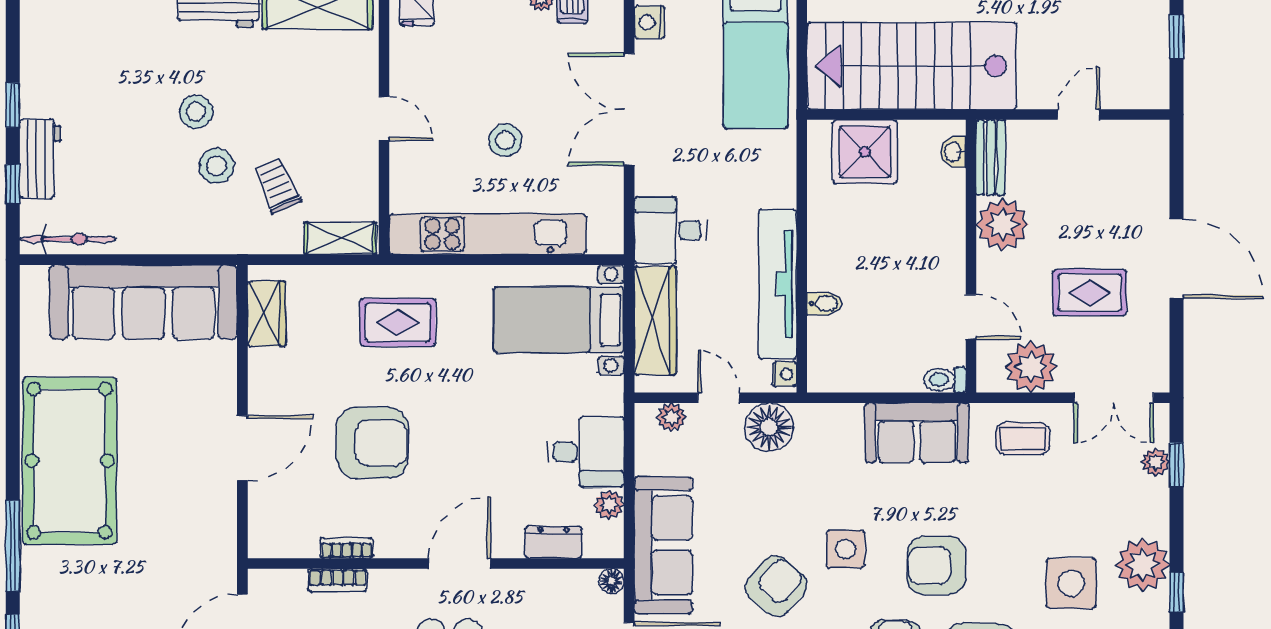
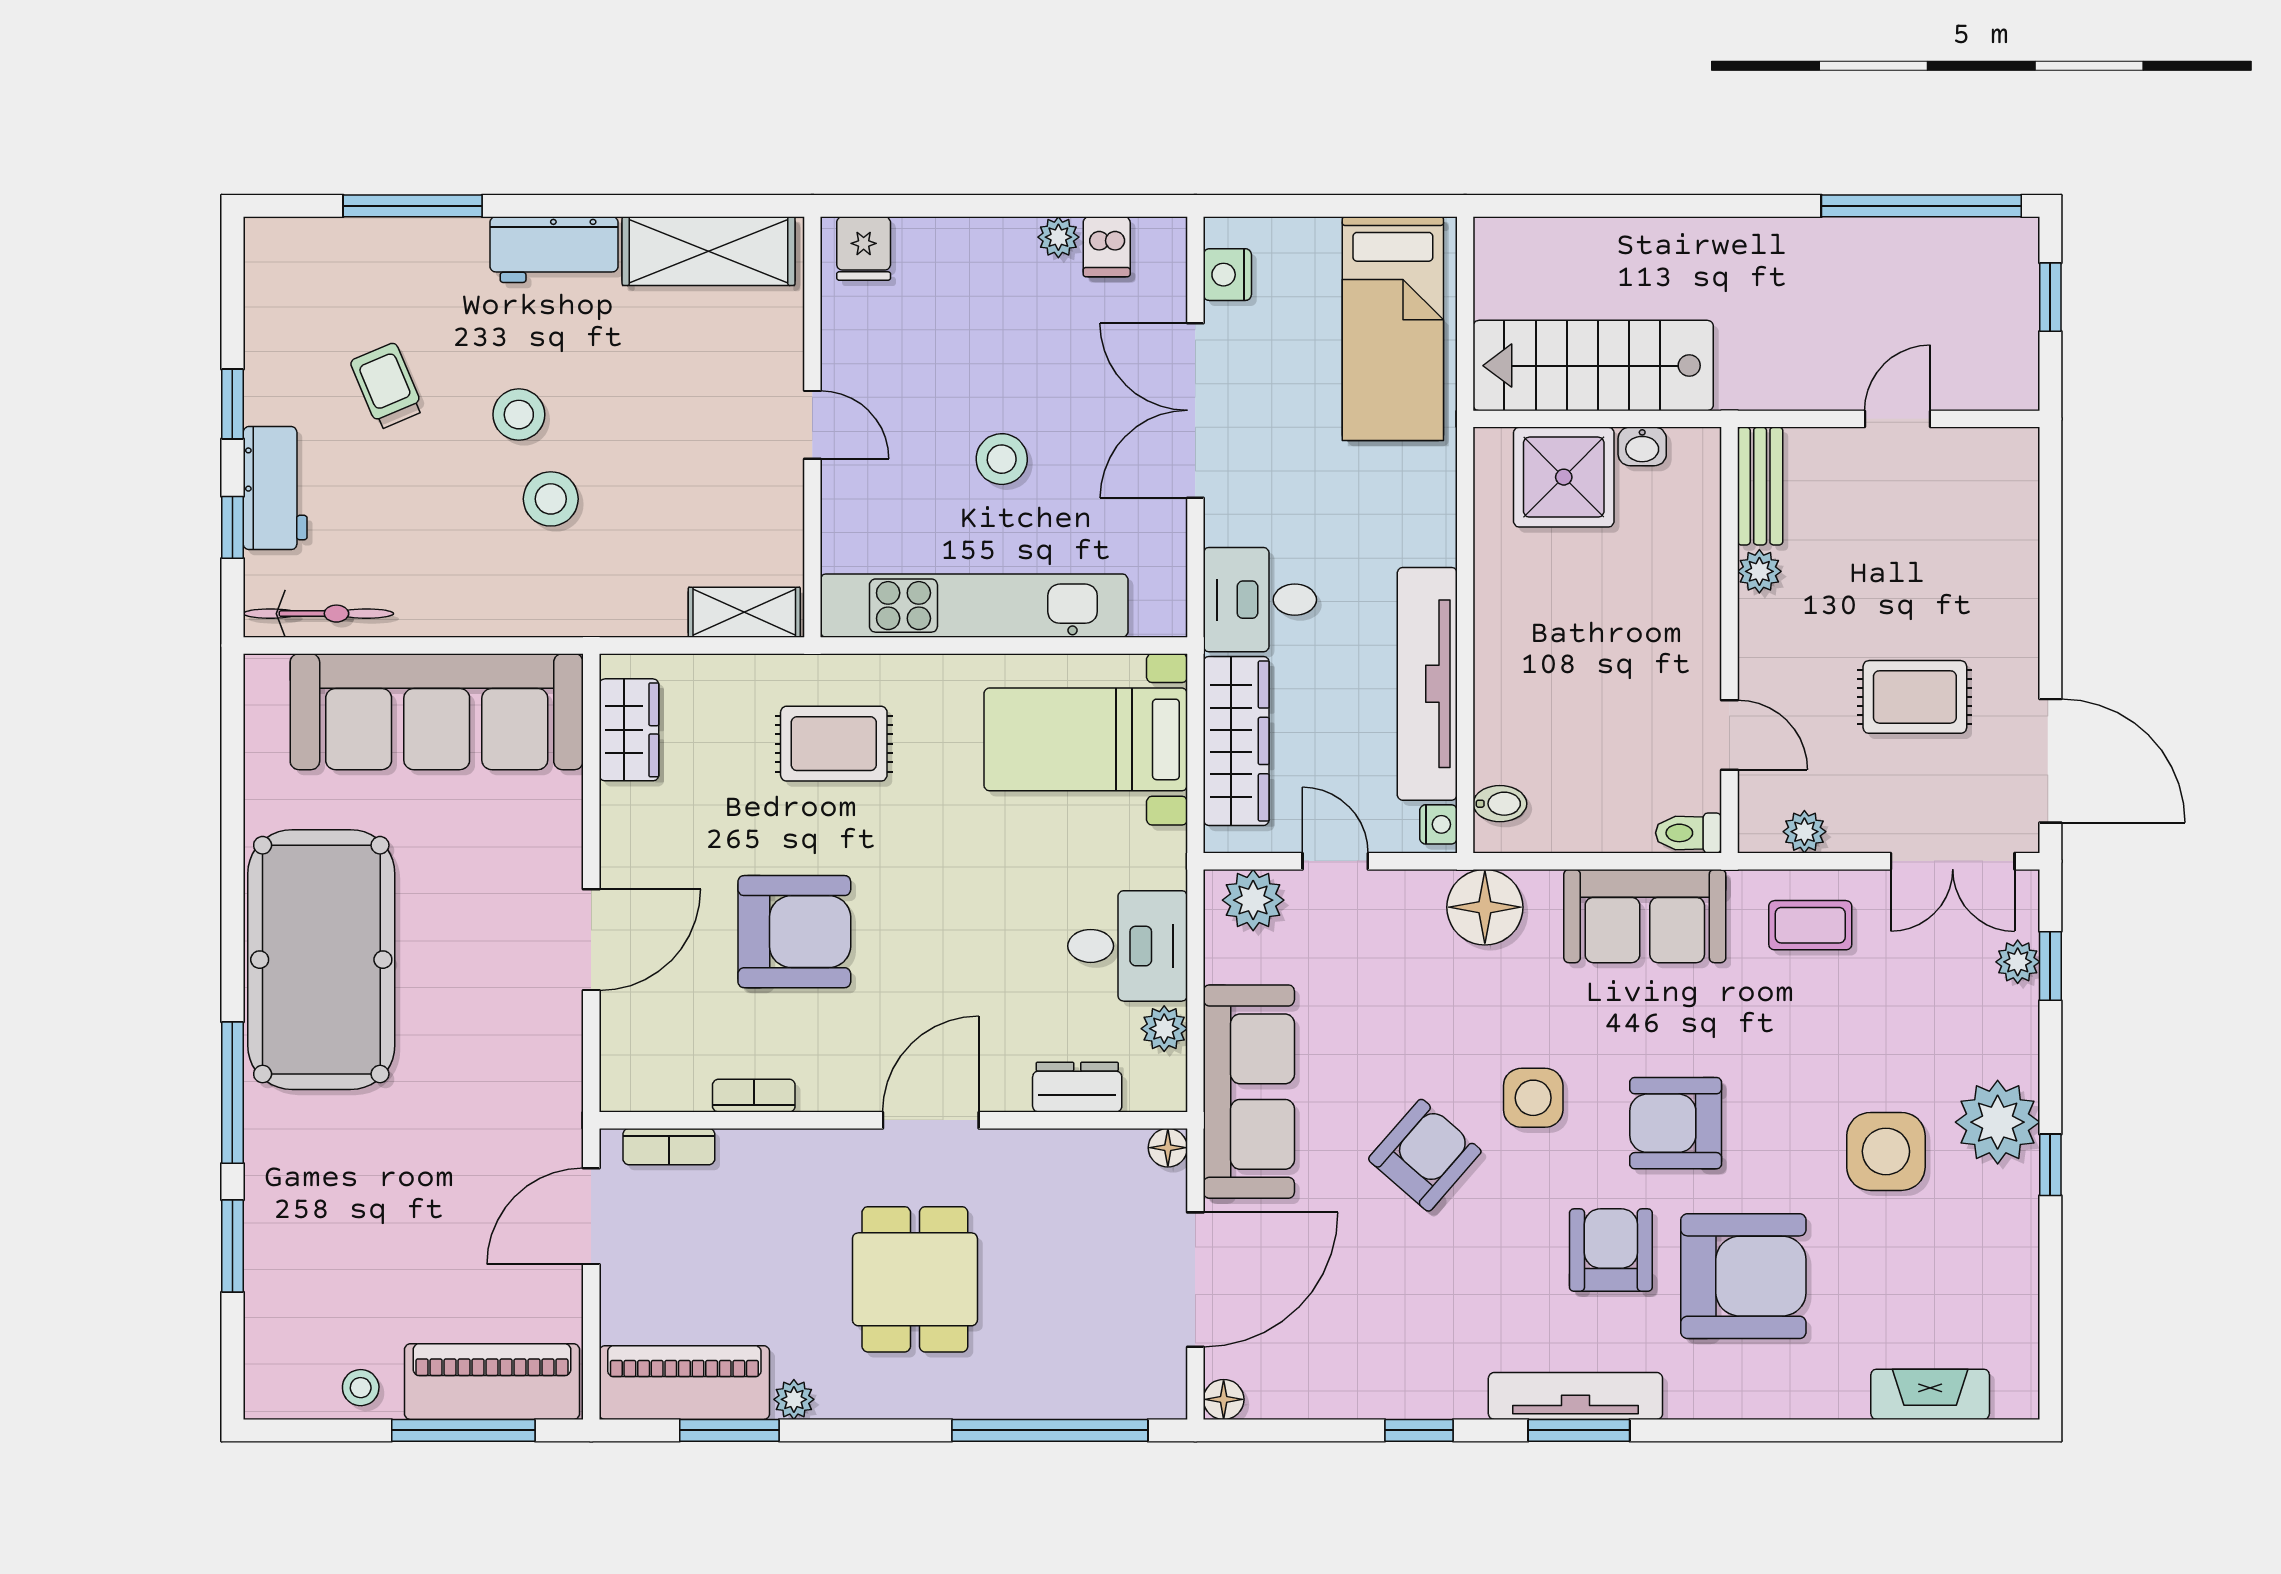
stairs: (912, 66) -> (1593, 366), width x0.73, depth x0.66
washbasin: (953, 152) -> (1642, 446), moved, turned -90
trolley: (277, 185) -> (387, 386), moved
plant: (1002, 224) -> (1759, 571), width x0.53, depth x0.53
door: (1176, 259) -> (2050, 761), moved
bidet: (824, 303) -> (1500, 804), moved
plant: (1031, 367) -> (1804, 832), width x0.53, depth x0.53
plant: (671, 417) -> (1253, 900), width x1.38, depth x1.38
floor lamp: (769, 427) -> (1485, 907), moved
bookcase: (337, 580) -> (669, 1147), moved

